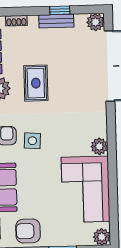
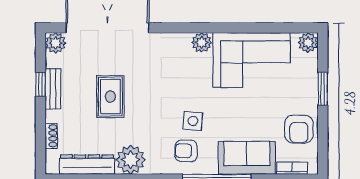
rug: (36, 83) -> (110, 97), moved, turned 90

